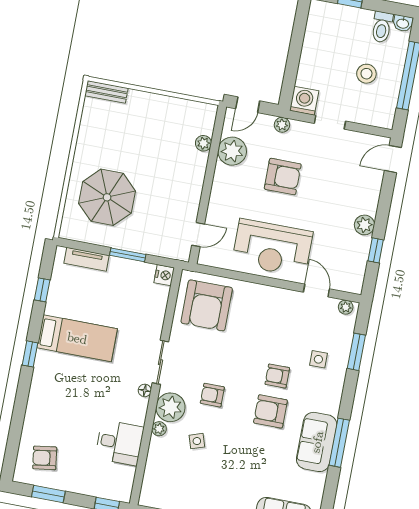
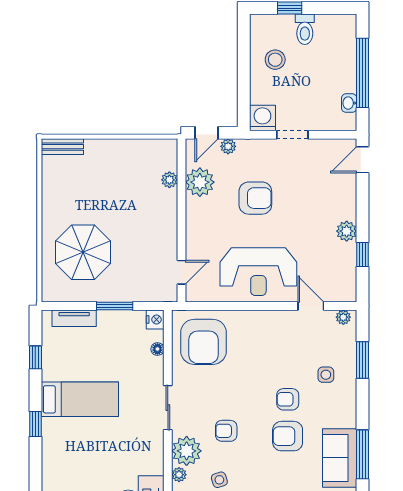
washbasin: (403, 23) -> (349, 103), moved, turned 90
toilet: (382, 27) -> (305, 29), moved
stool: (366, 74) -> (275, 60), moved
plant: (282, 125) -> (228, 146), moved
floor lamp: (145, 390) -> (157, 349), moved

